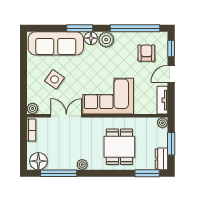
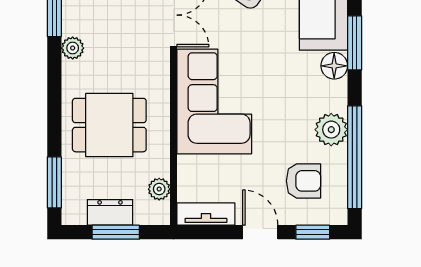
plant: (106, 40) -> (331, 130), moved
plant: (162, 123) -> (159, 189), moved
dresser: (162, 159) -> (110, 212), moved

